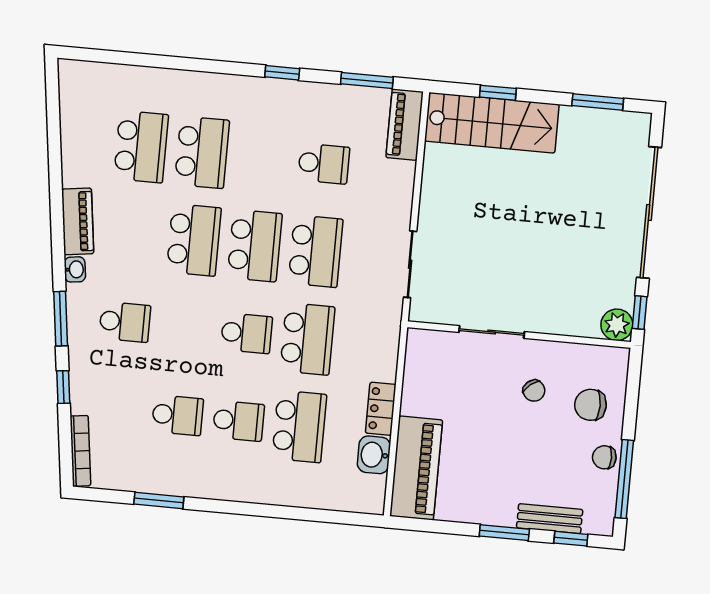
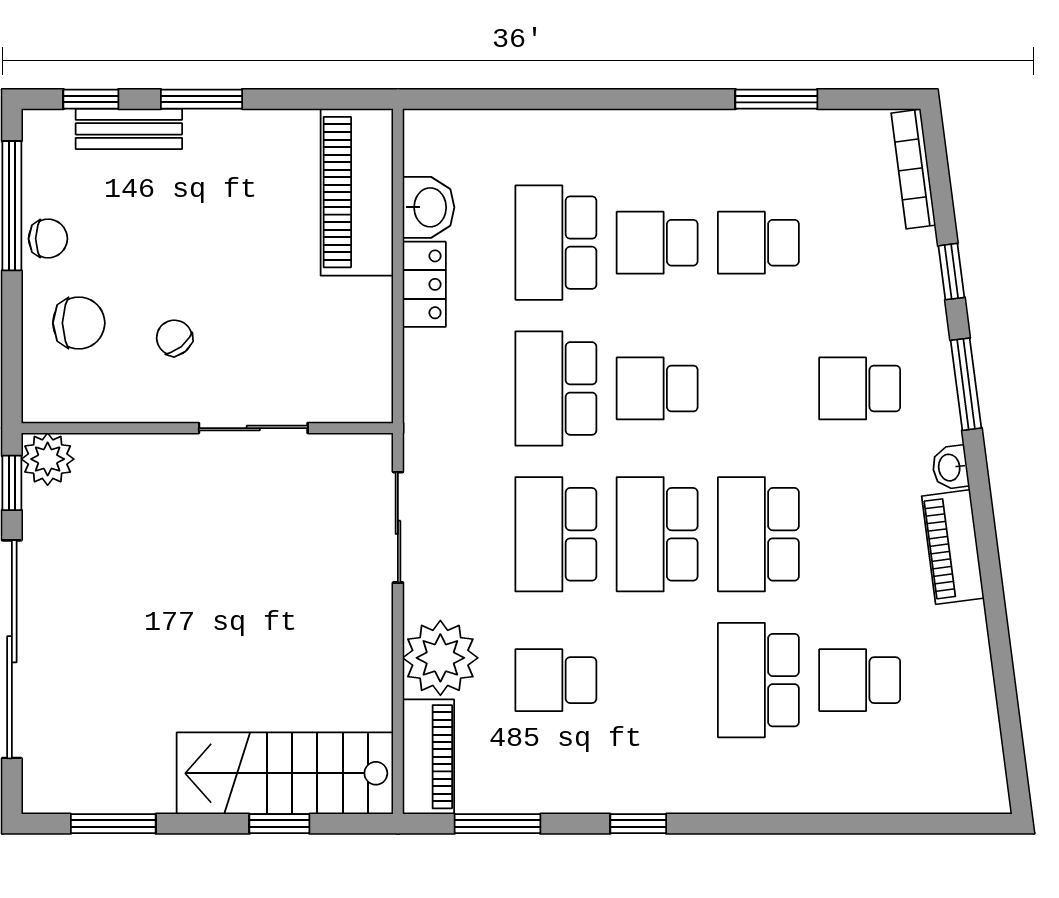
school desk: (141, 147) -> (860, 680), width x0.54
plant: (392, 183) -> (440, 658), added

